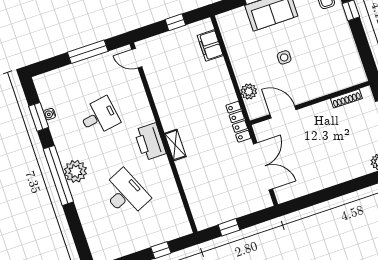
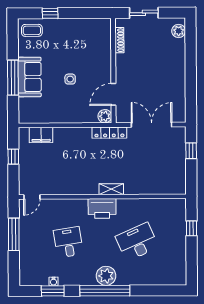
plant: (249, 92) -> (105, 116), moved
window: (229, 227) -> (191, 151), moved

